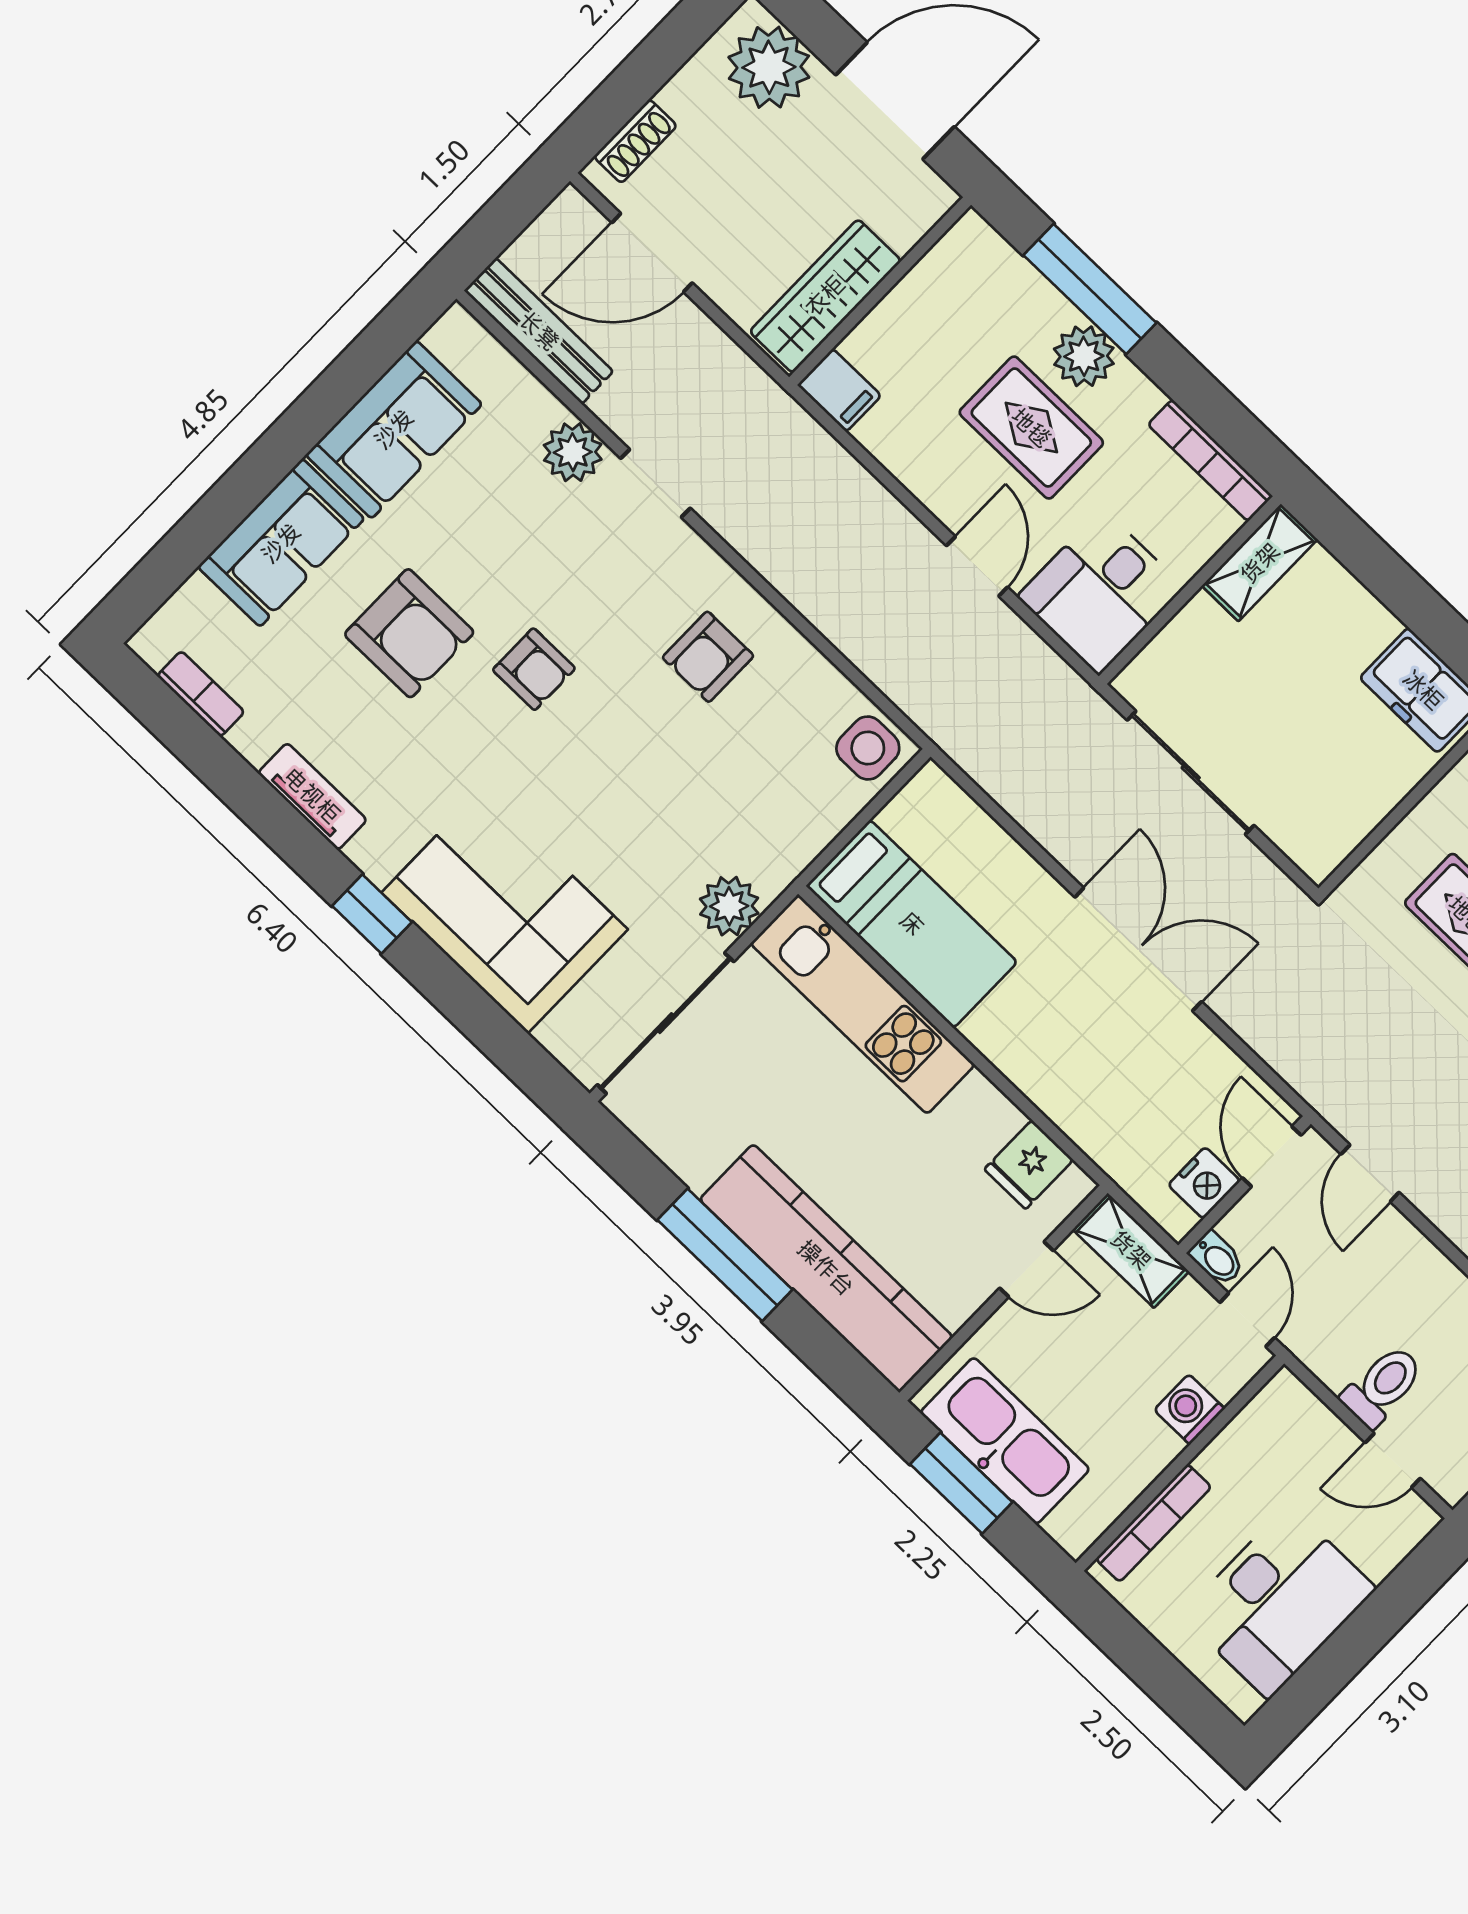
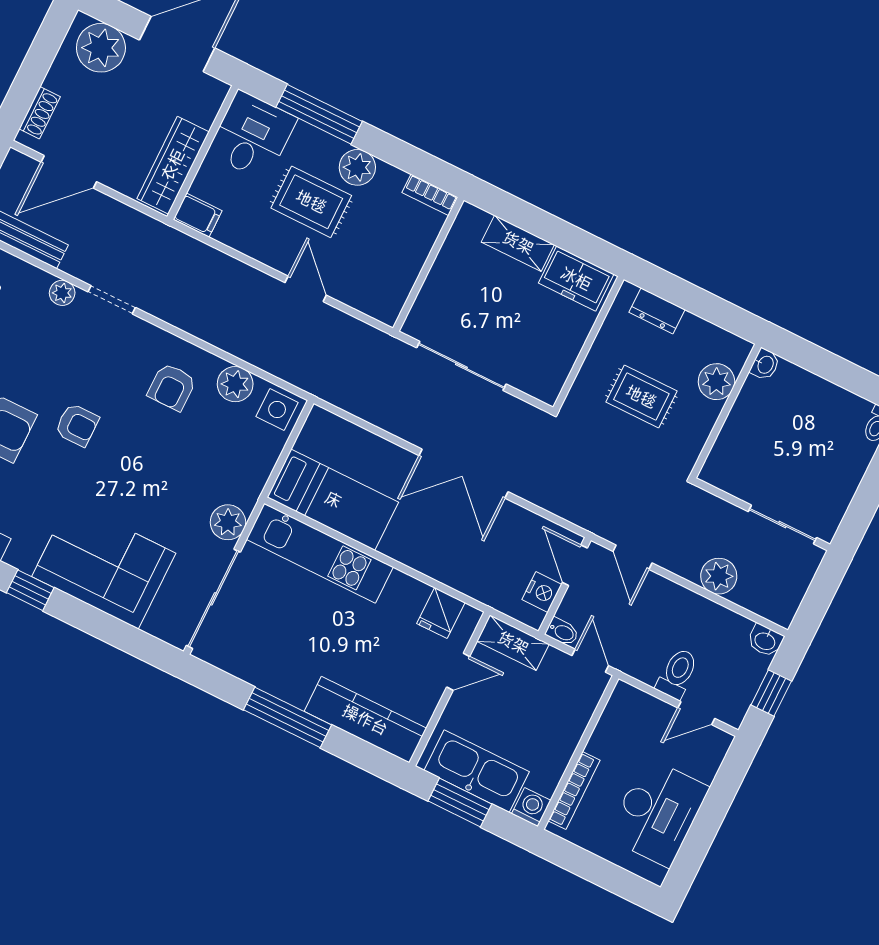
plant: (1084, 356) -> (357, 167), moved
plant: (573, 452) -> (62, 293), width x0.73, depth x0.73
bookcase: (1210, 460) -> (430, 195), width x0.64
shelving: (1260, 563) -> (518, 243), moved, turned 90
desk: (1101, 592) -> (252, 136), moved, turned 180
plant: (813, 685) -> (235, 384), added
double door: (1138, 949) -> (464, 474), swing flipped
kitchen counter: (826, 1268) -> (365, 720), width x0.72, depth x0.86
washing machine: (1189, 1409) -> (531, 807), moved, turned 90

